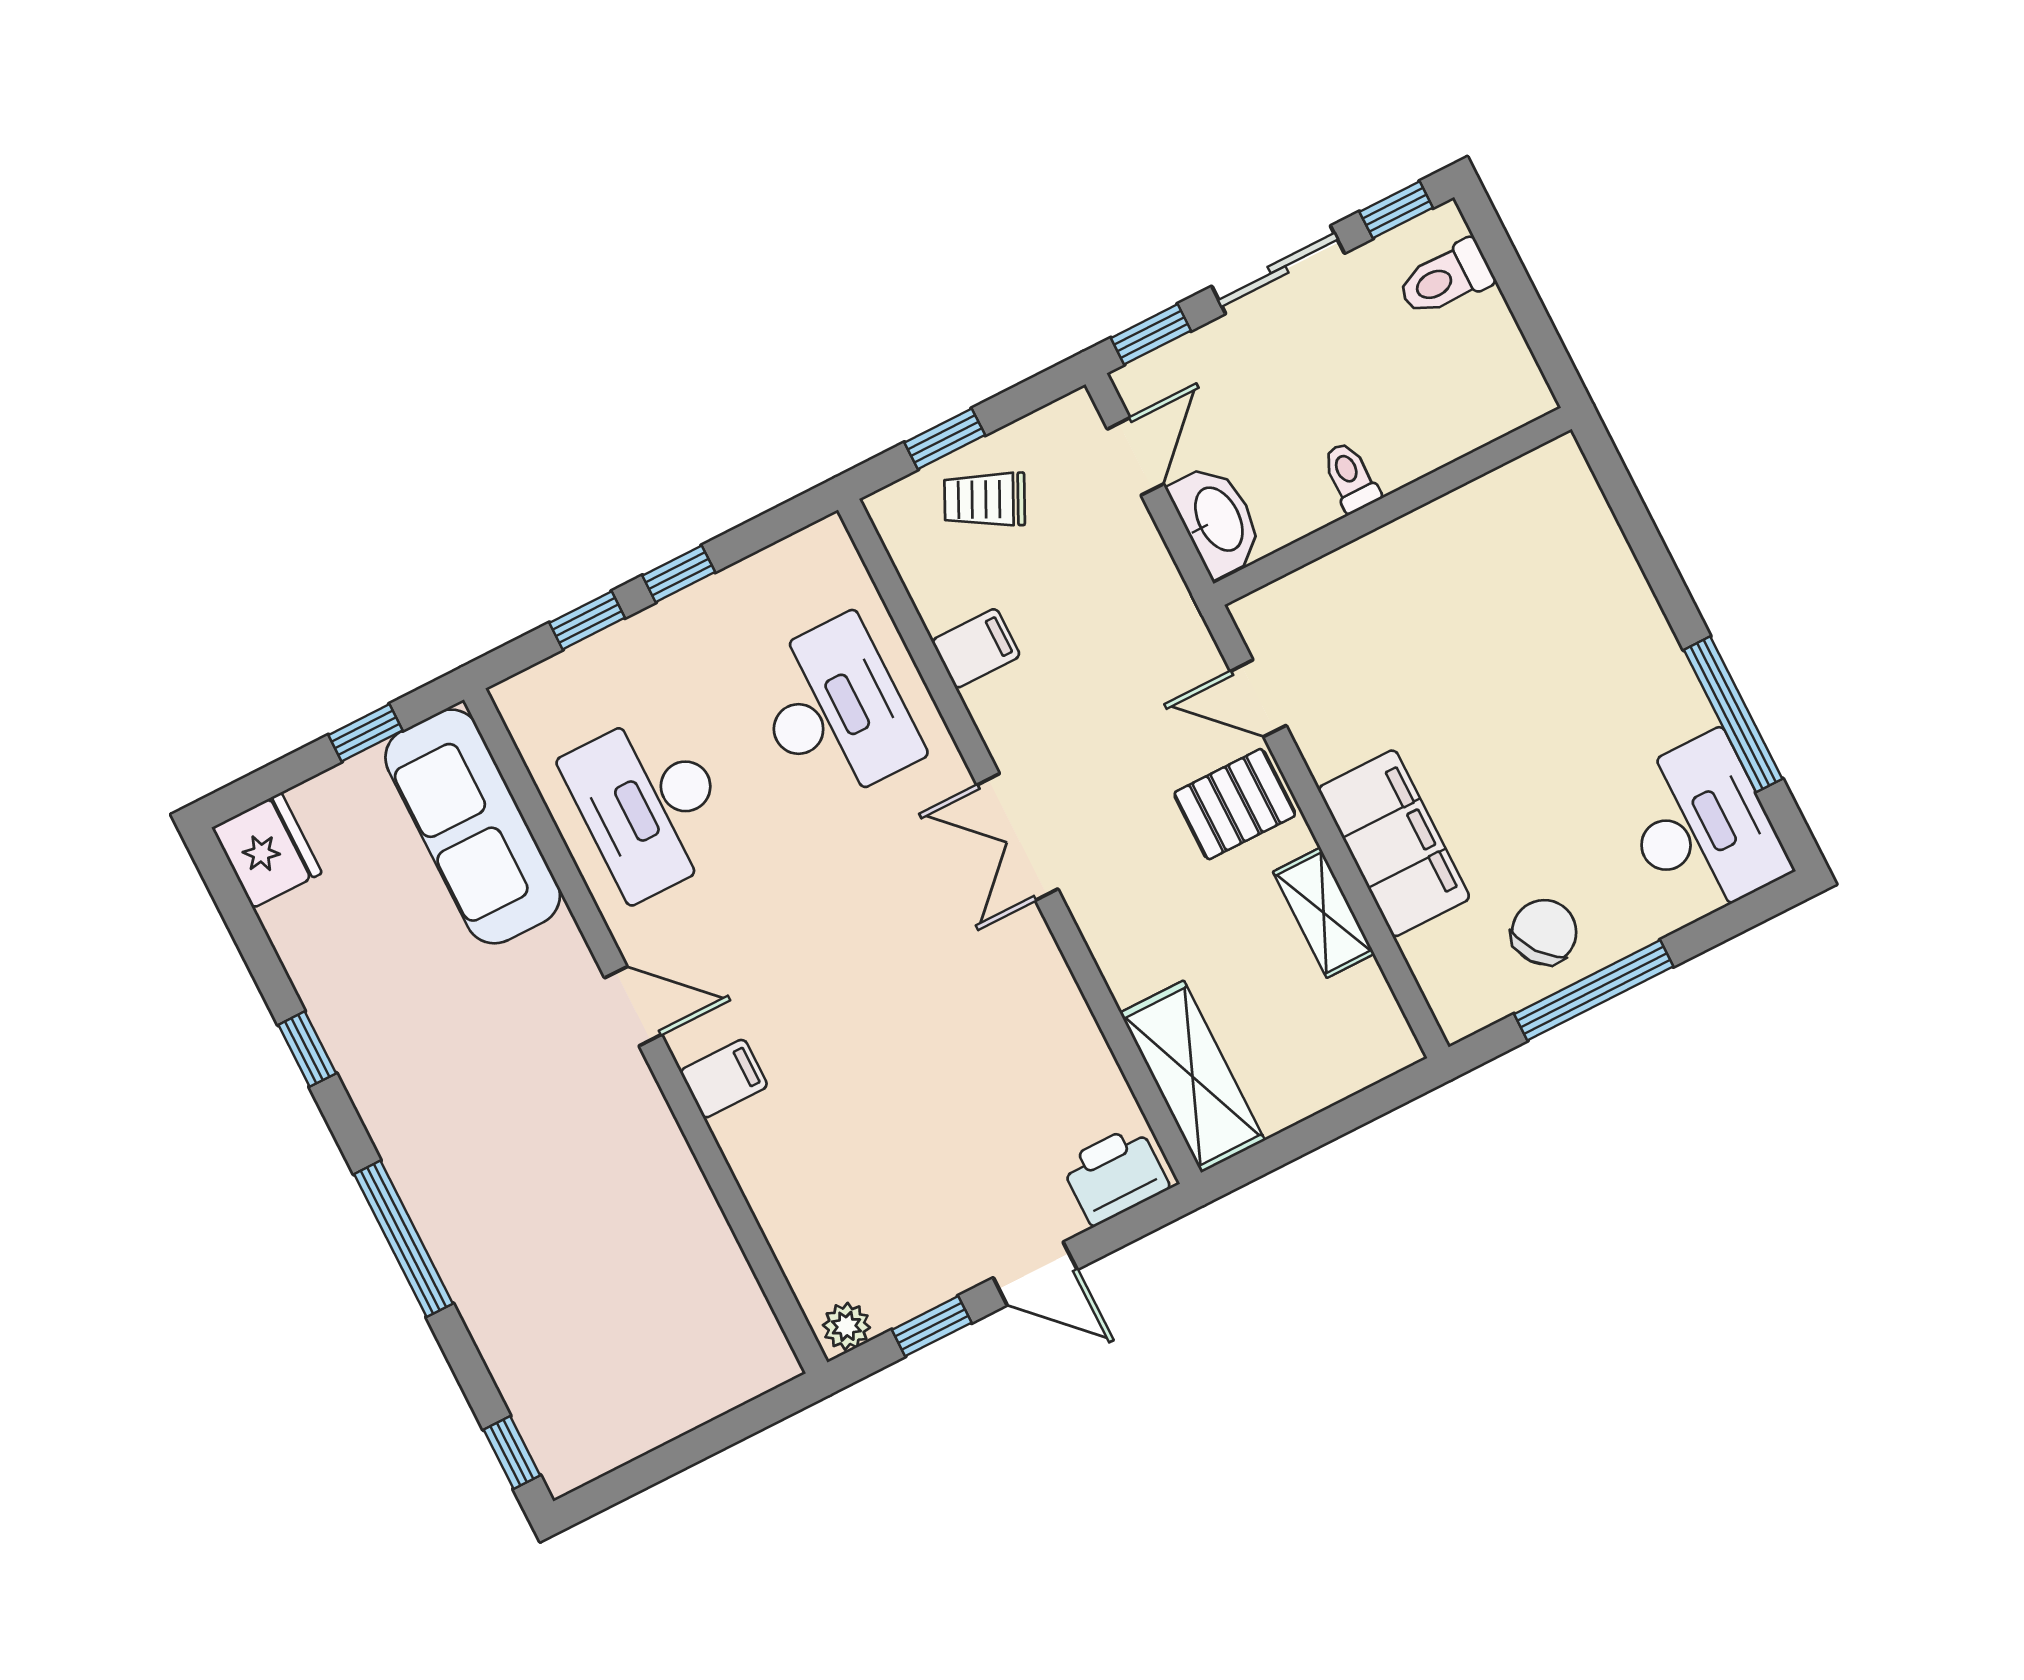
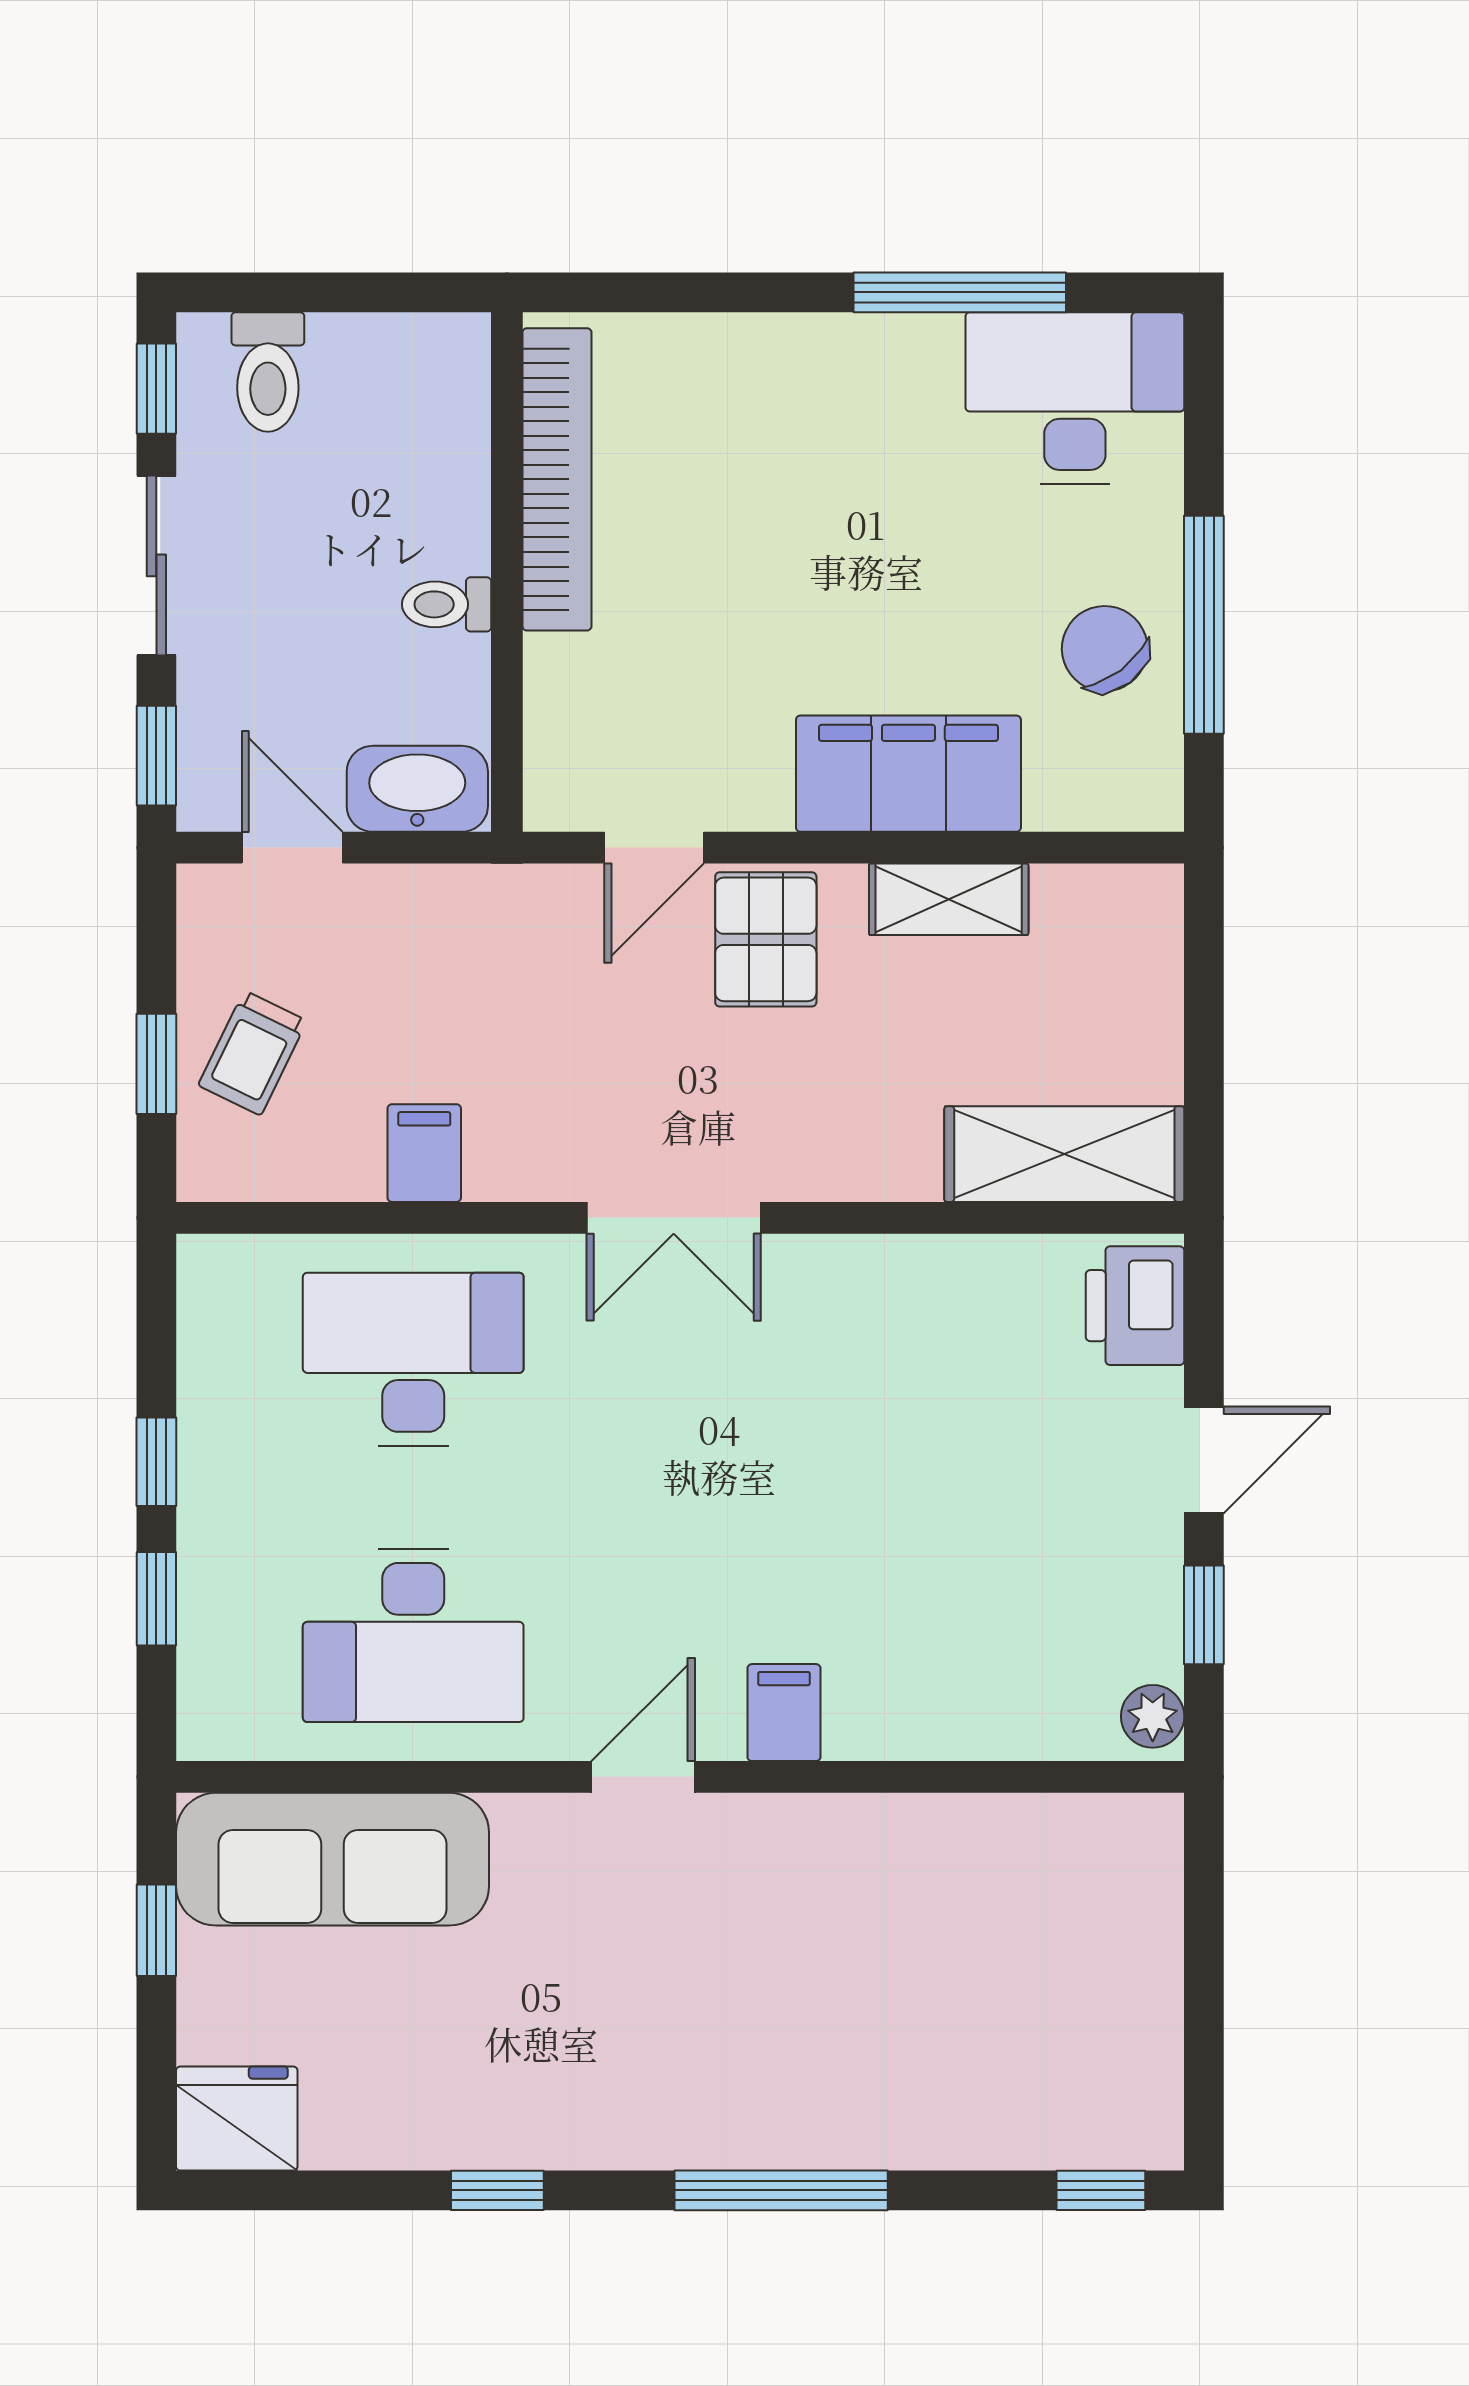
bookcase: (1471, 508) -> (557, 479), added

